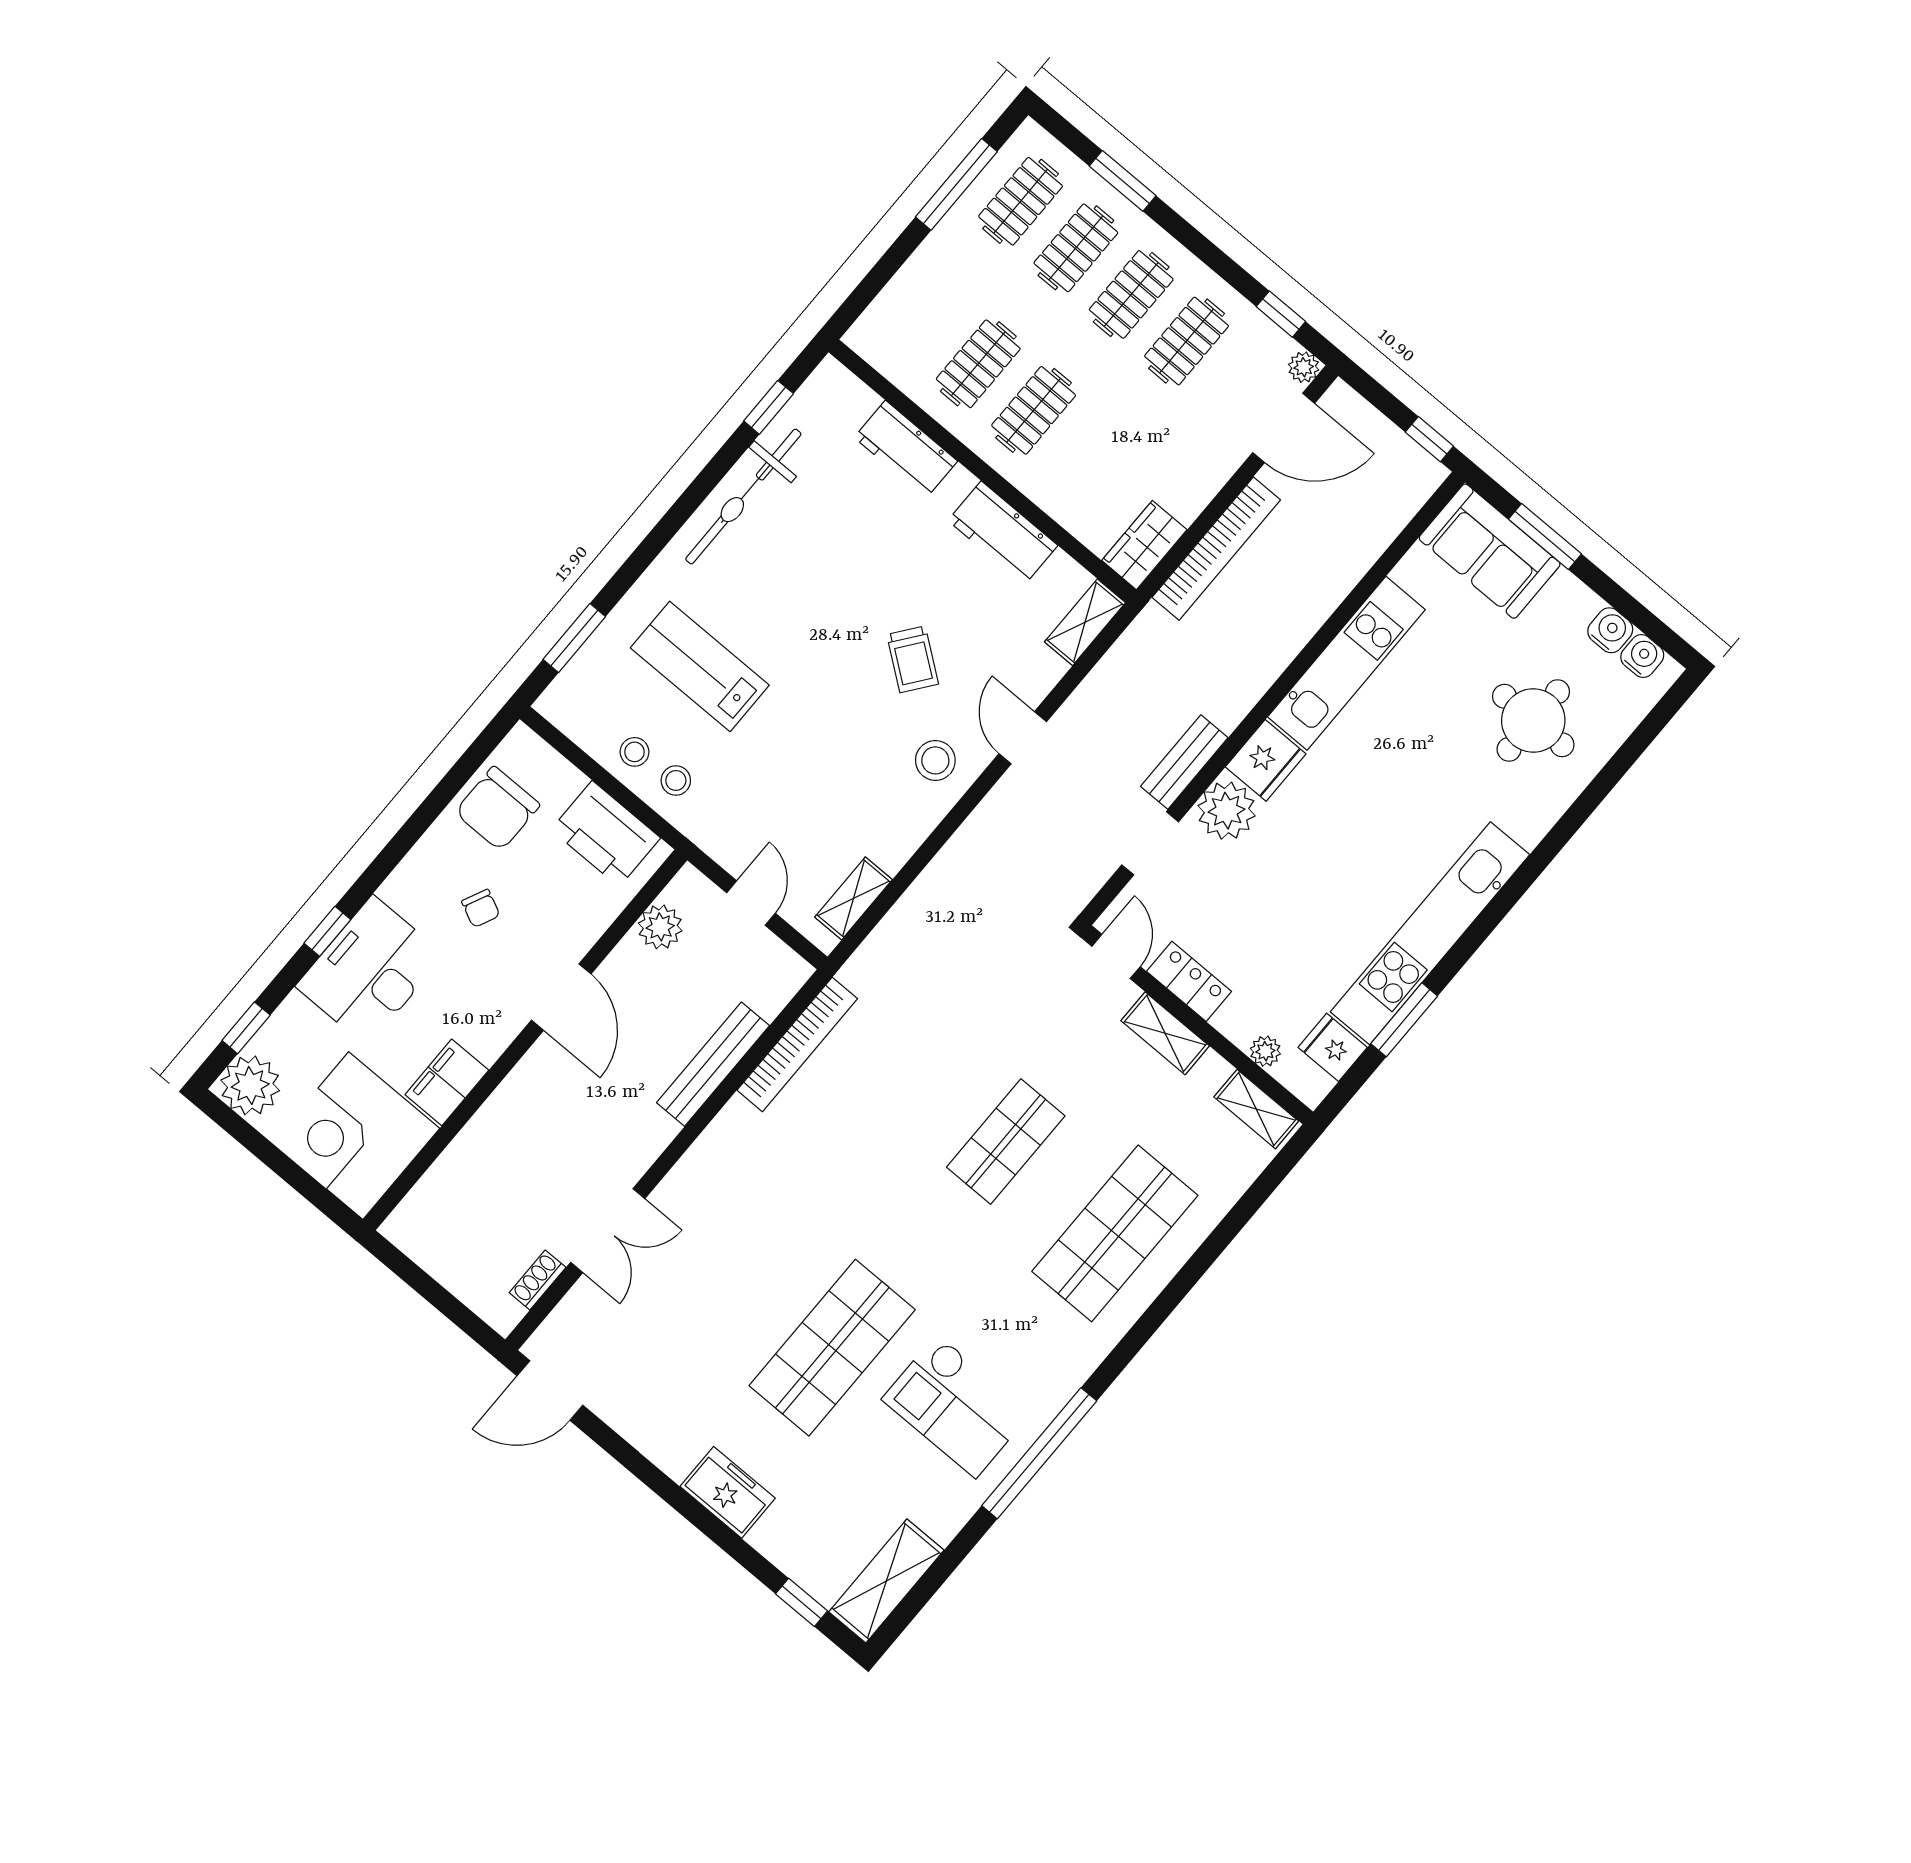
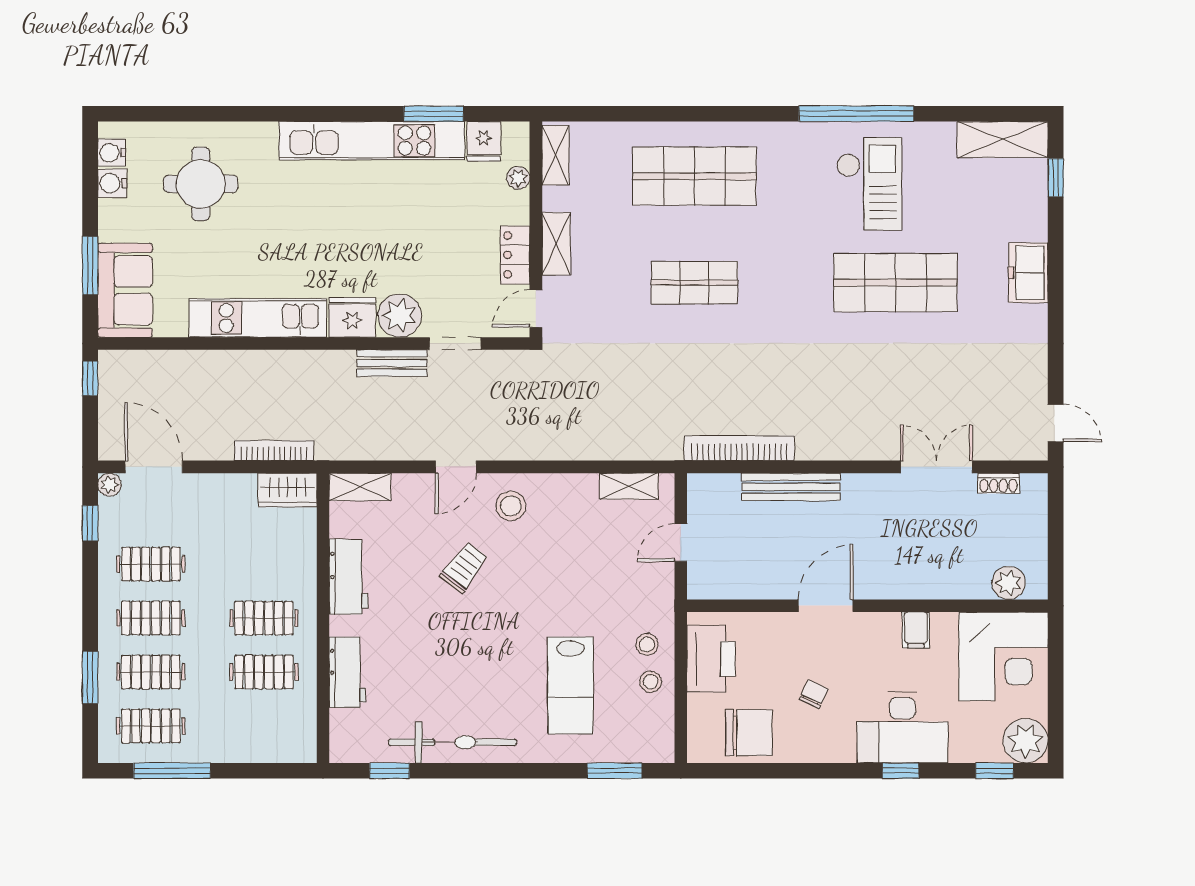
bookcase: (1216, 549) -> (274, 451), width x0.68, depth x0.76
plant: (660, 927) -> (1009, 583), moved
filing cabinet: (447, 1082) -> (916, 630), width x0.50
door: (550, 1391) -> (1056, 423), width x0.73

